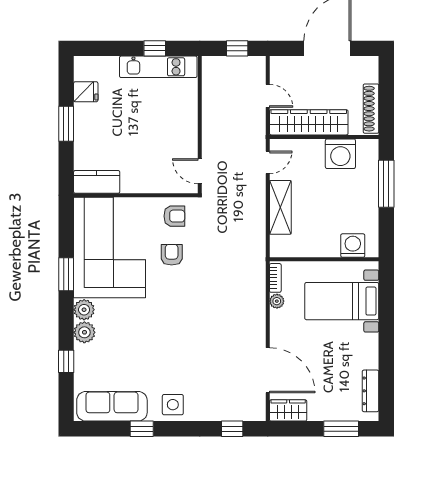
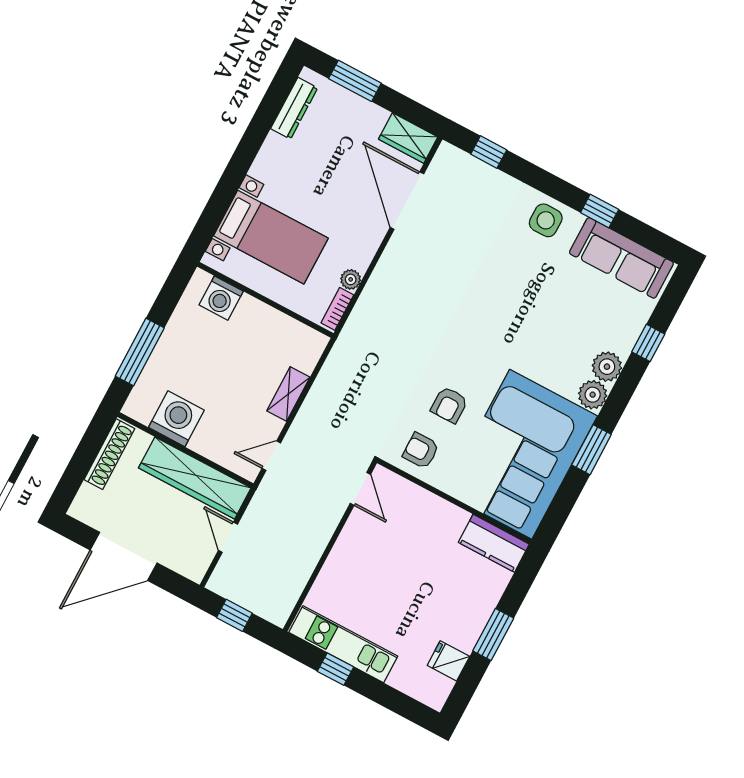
shelving: (280, 207) -> (288, 394), width x0.67, depth x0.75

